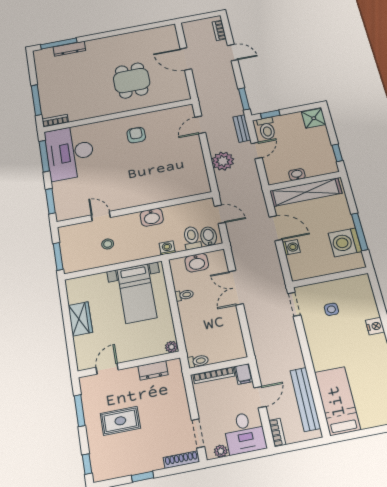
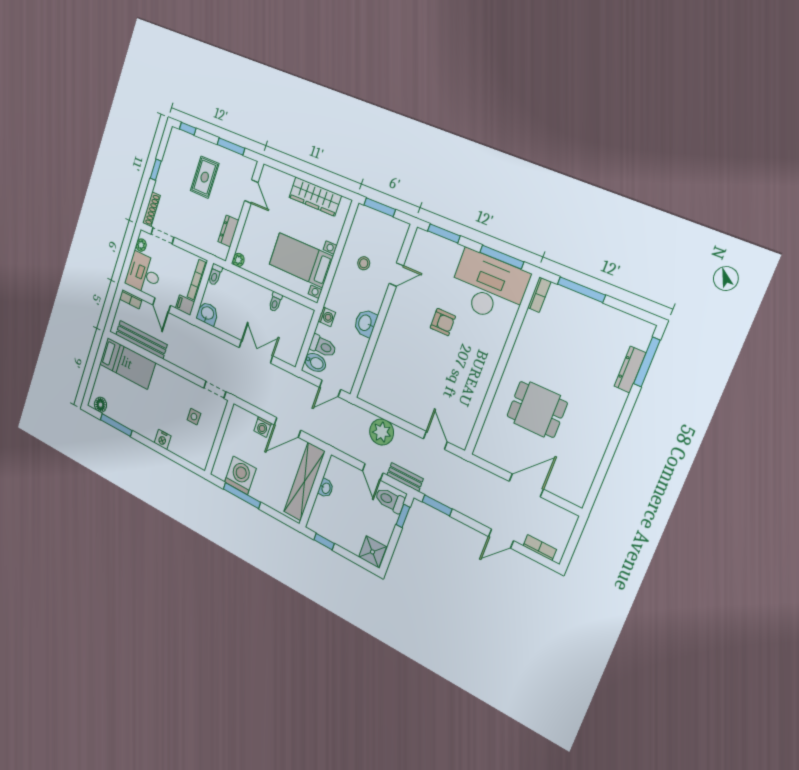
armchair: (136, 135) -> (443, 322), moved
washbasin: (197, 263) -> (207, 314), moved, turned 90
wardrobe: (80, 319) -> (315, 196), width x1.50

